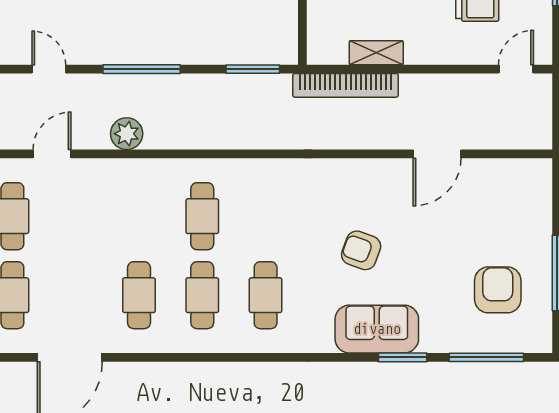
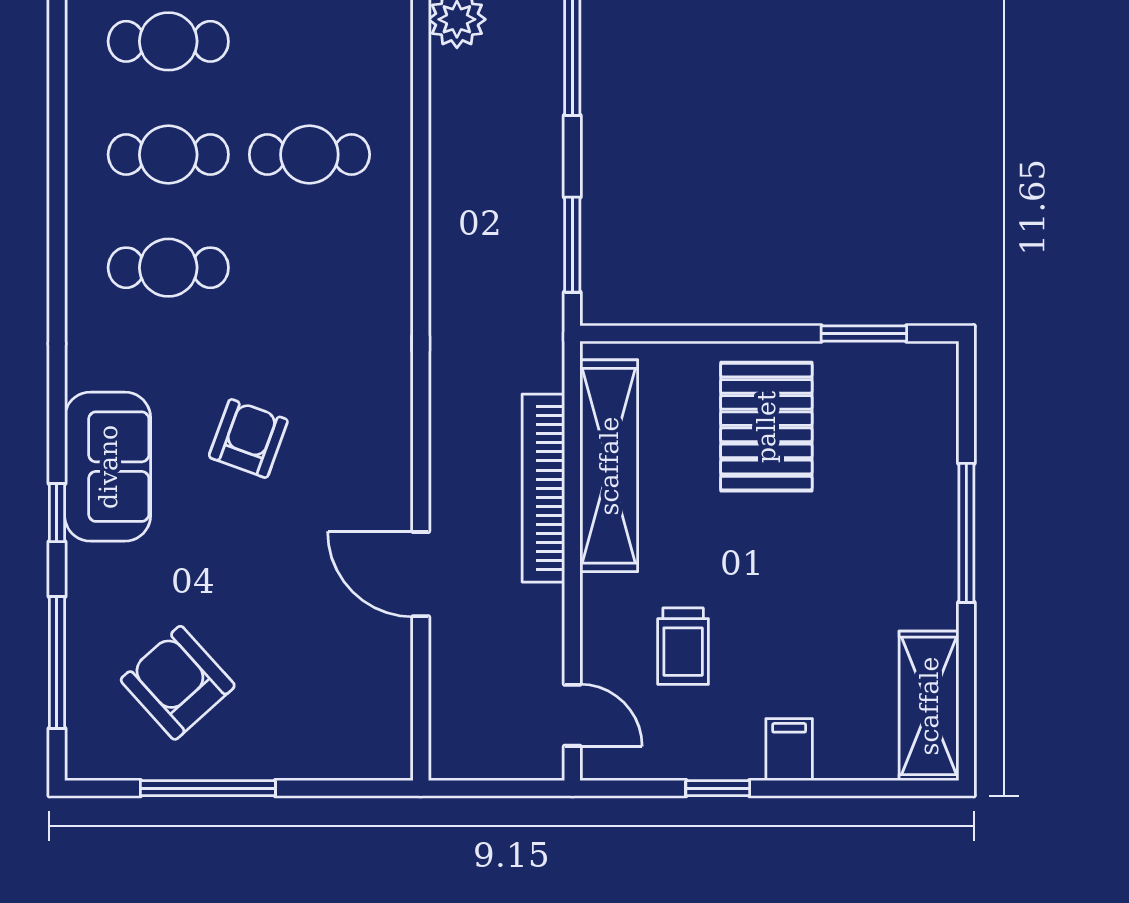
shelving: (376, 53) -> (609, 466), width x2.20, depth x1.33
bookcase: (346, 85) -> (543, 488), moved
armchair: (498, 290) -> (178, 683), turned -132
window: (403, 357) -> (57, 513), width x0.67

